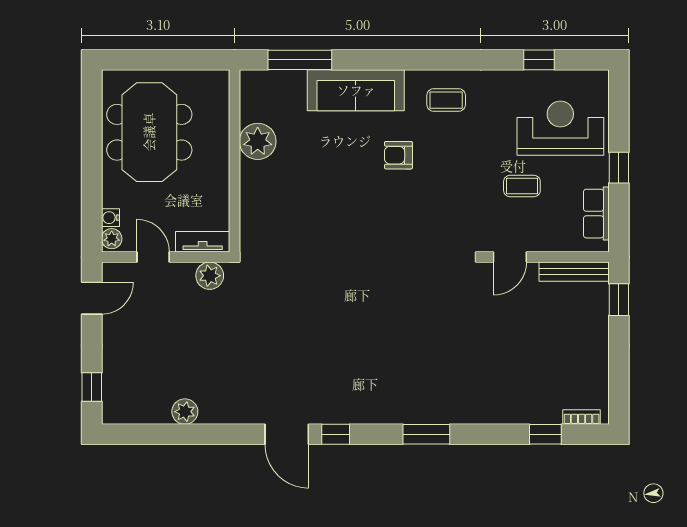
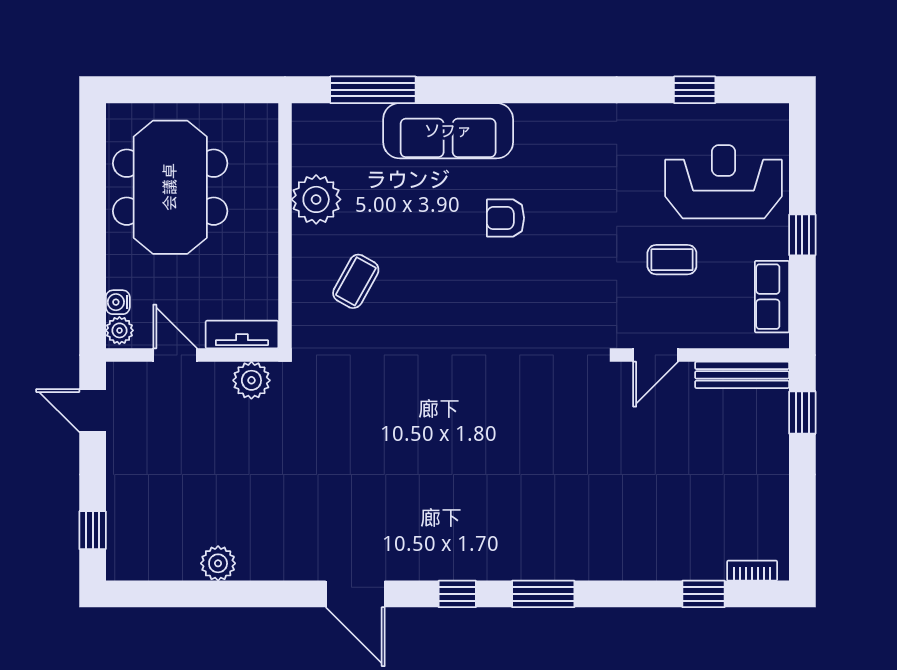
coffee table: (446, 100) -> (356, 281), moved, turned -61
door: (92, 298) -> (93, 411), swing flipped
window: (336, 434) -> (457, 594), moved

